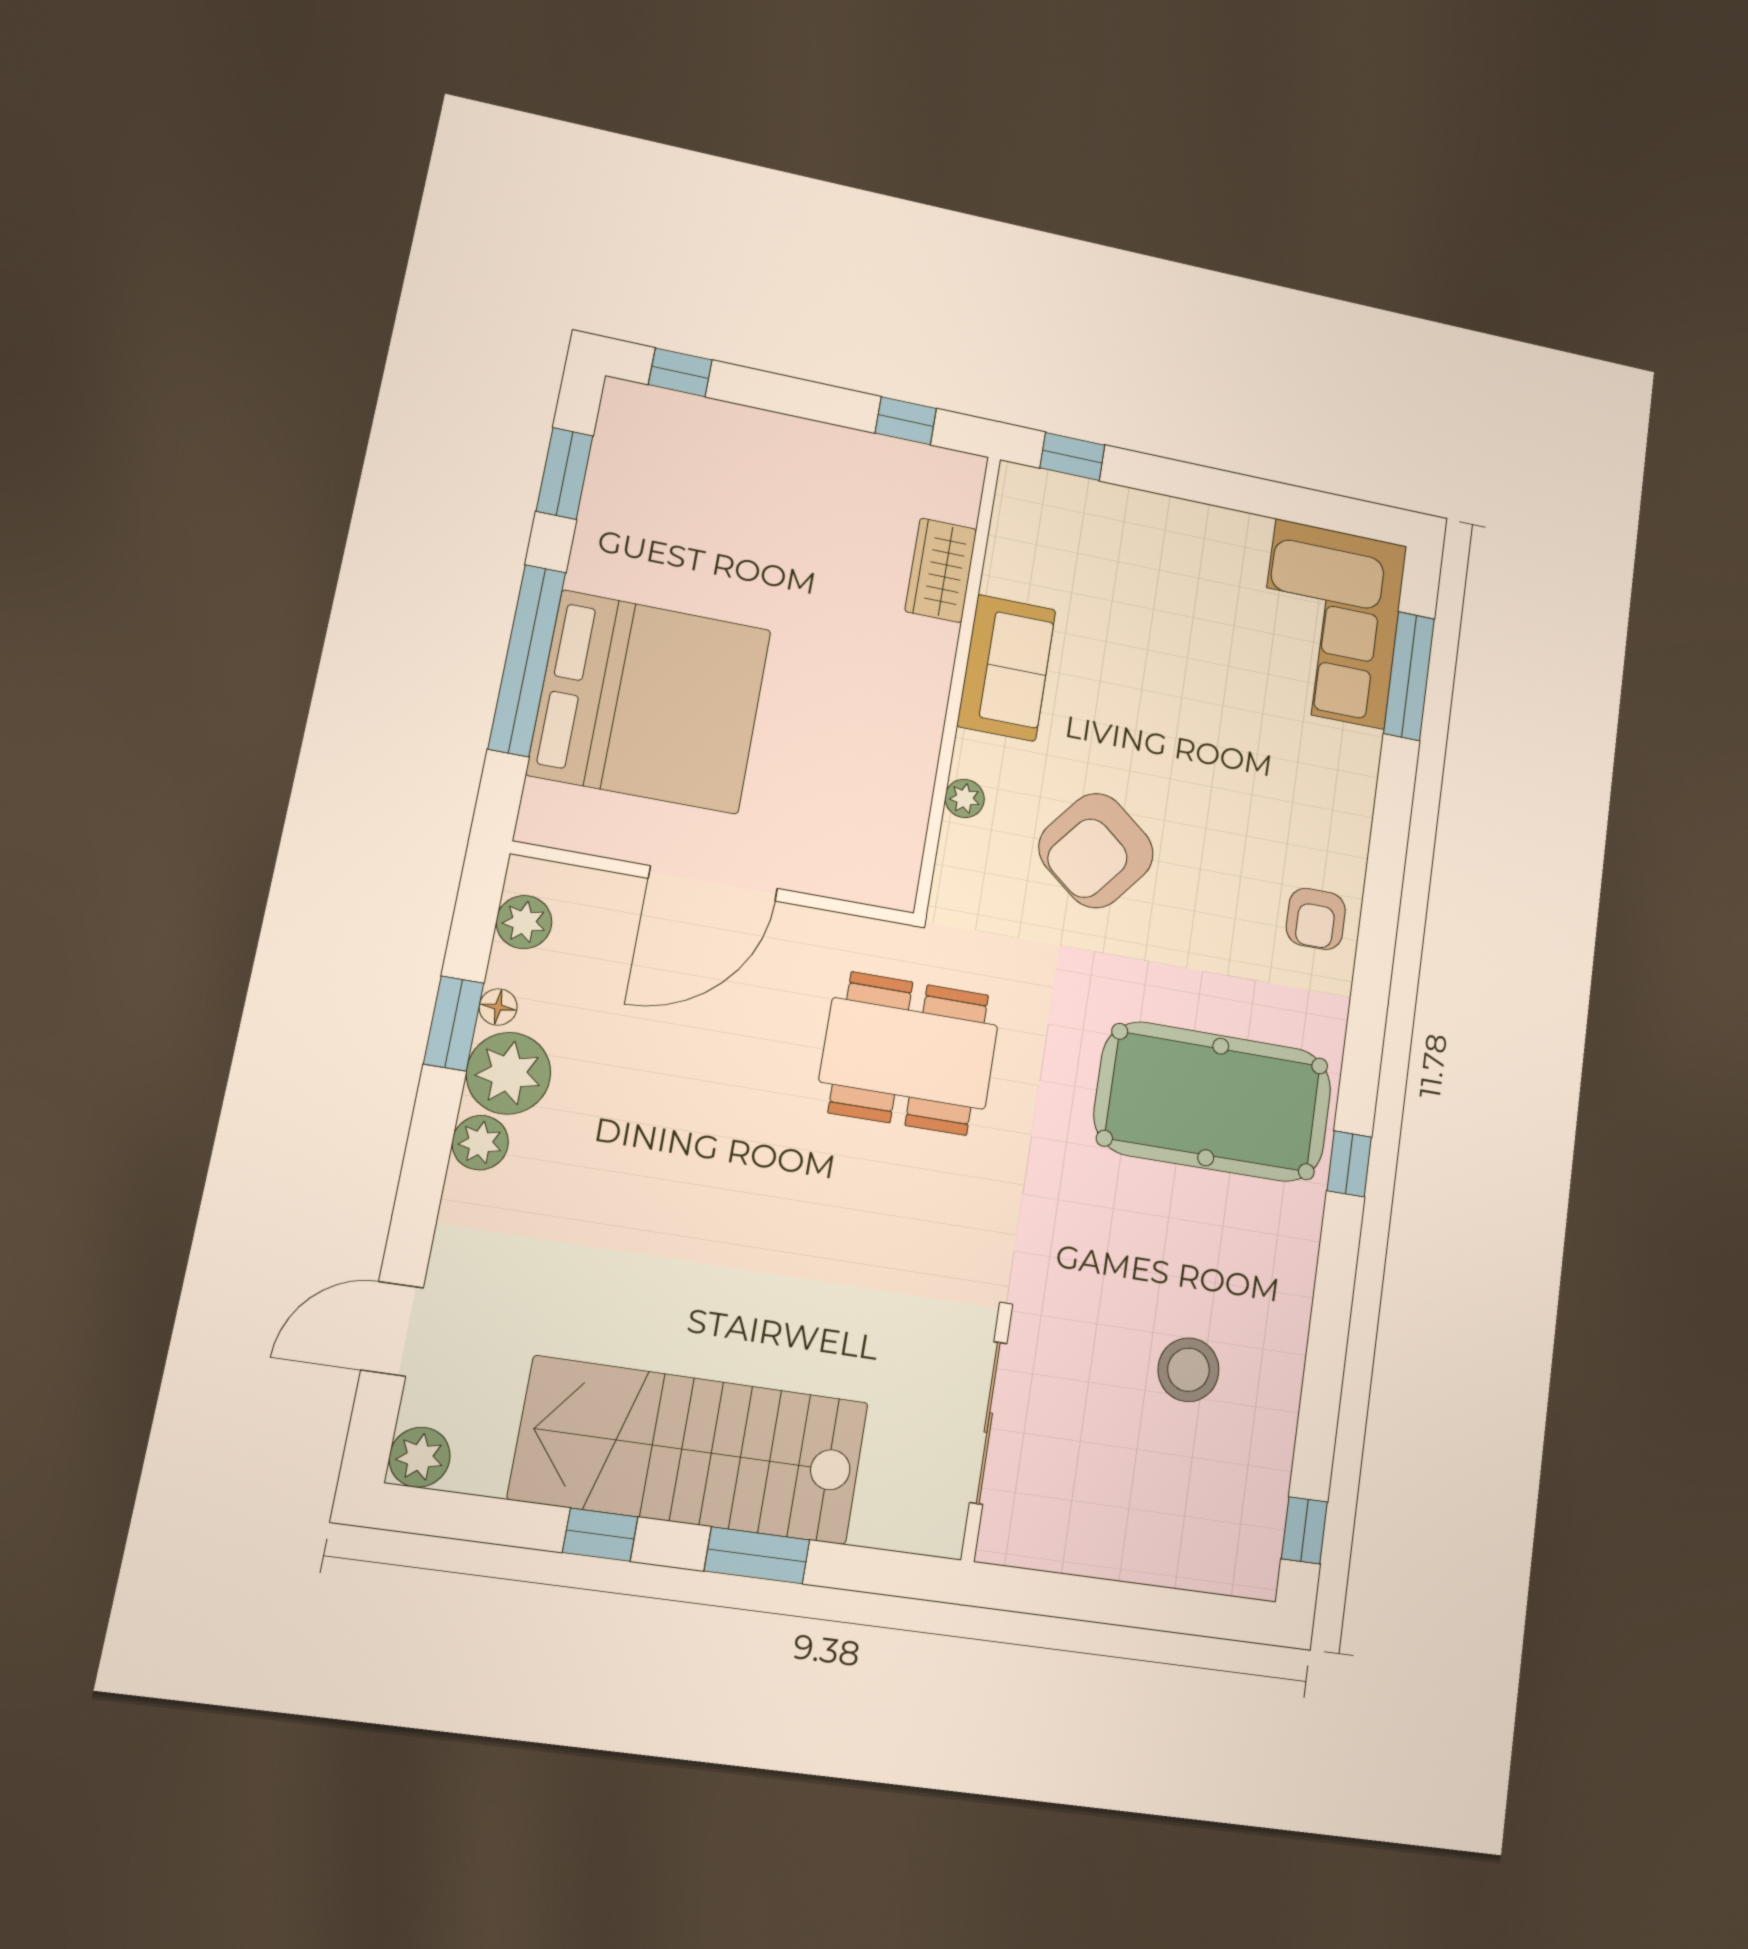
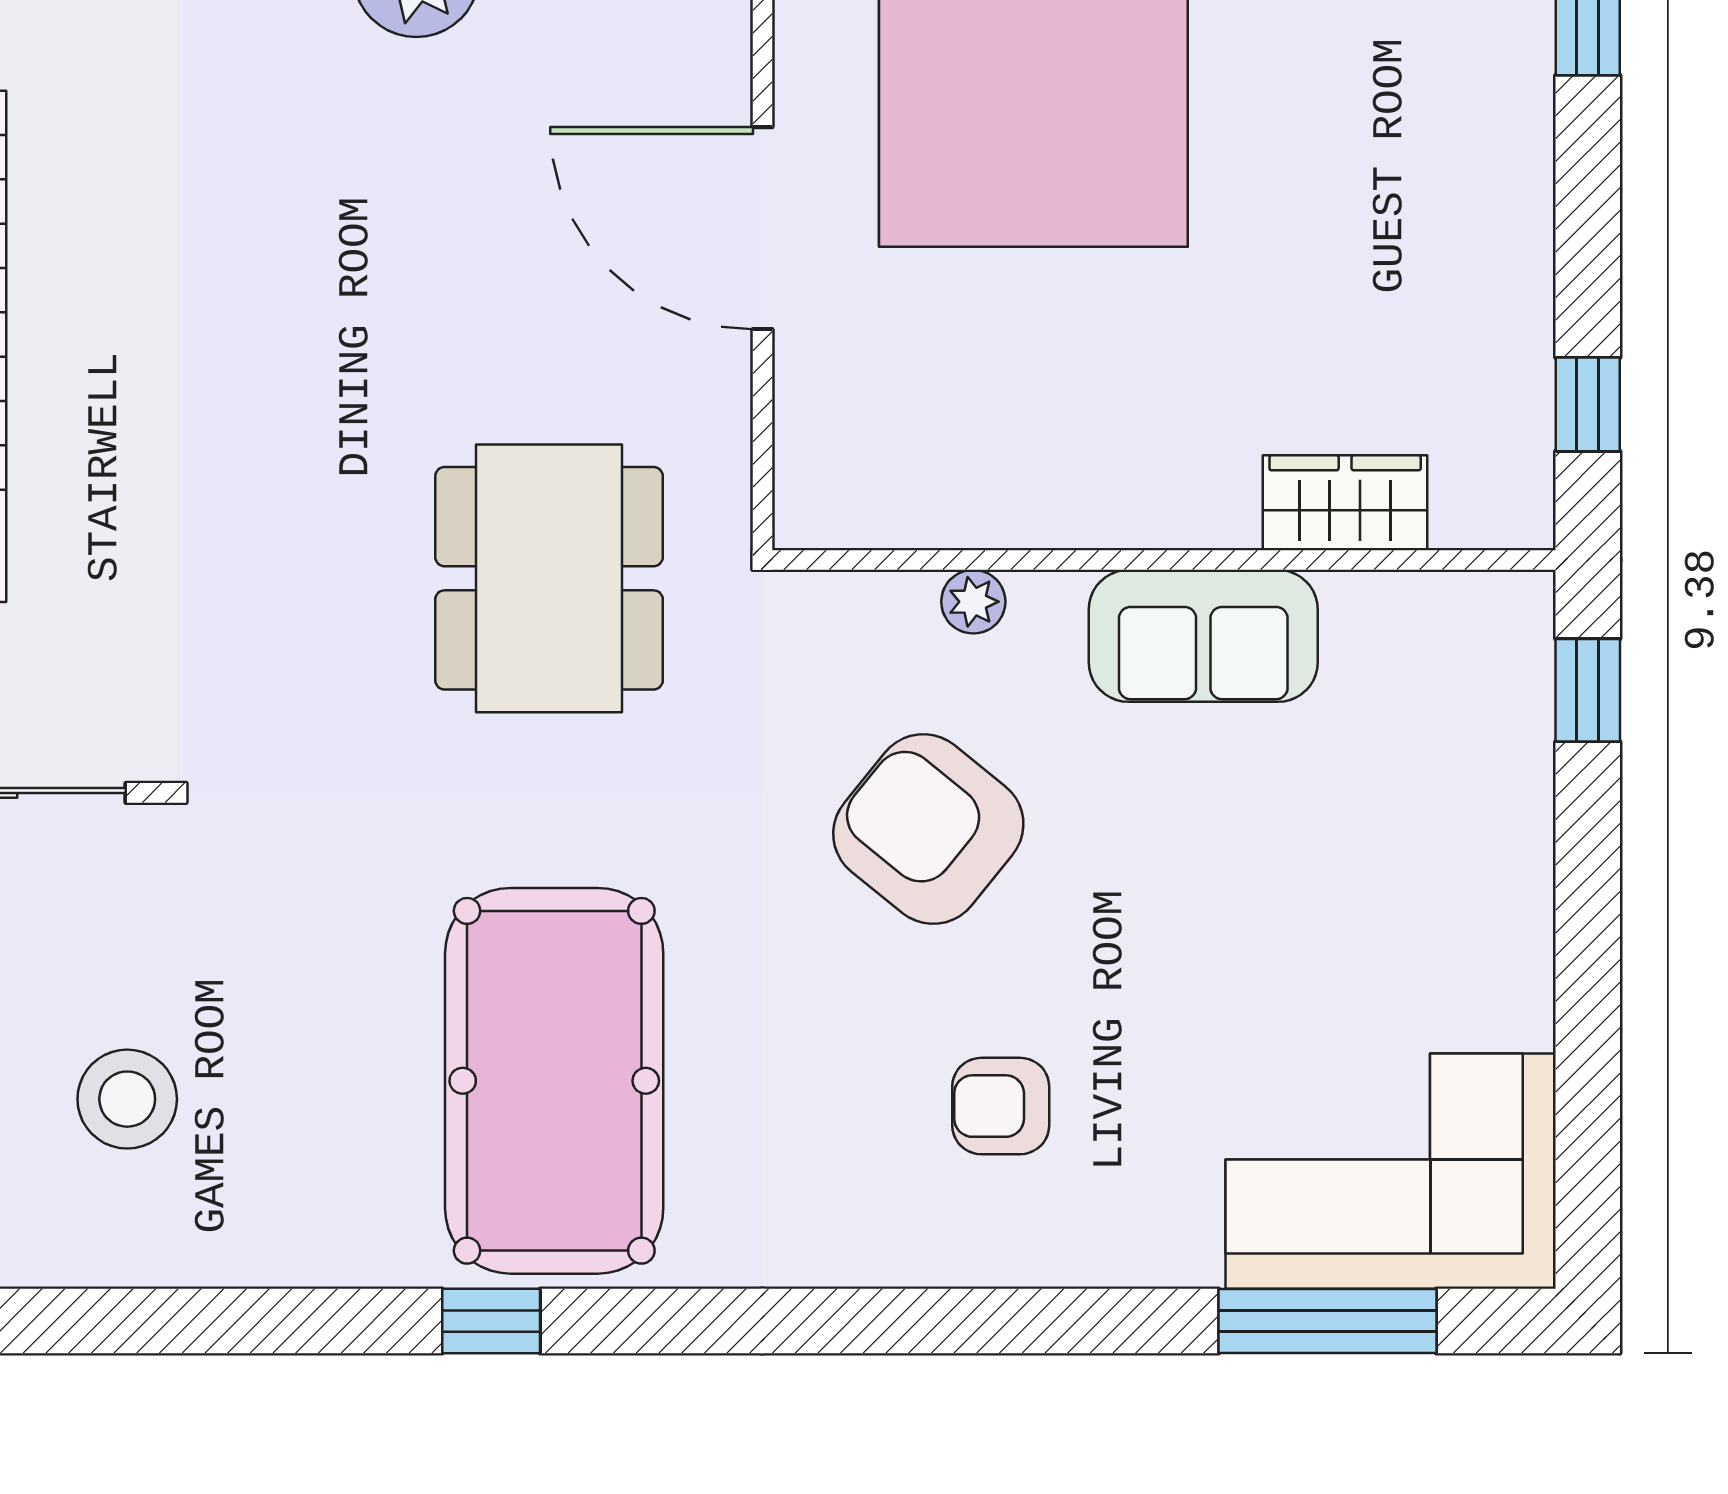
armchair: (1316, 919) -> (1001, 1106), moved

